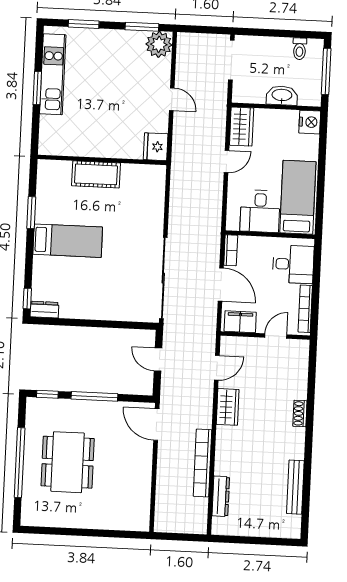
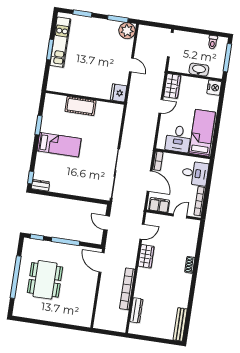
bench: (295, 487) -> (180, 324), moved

